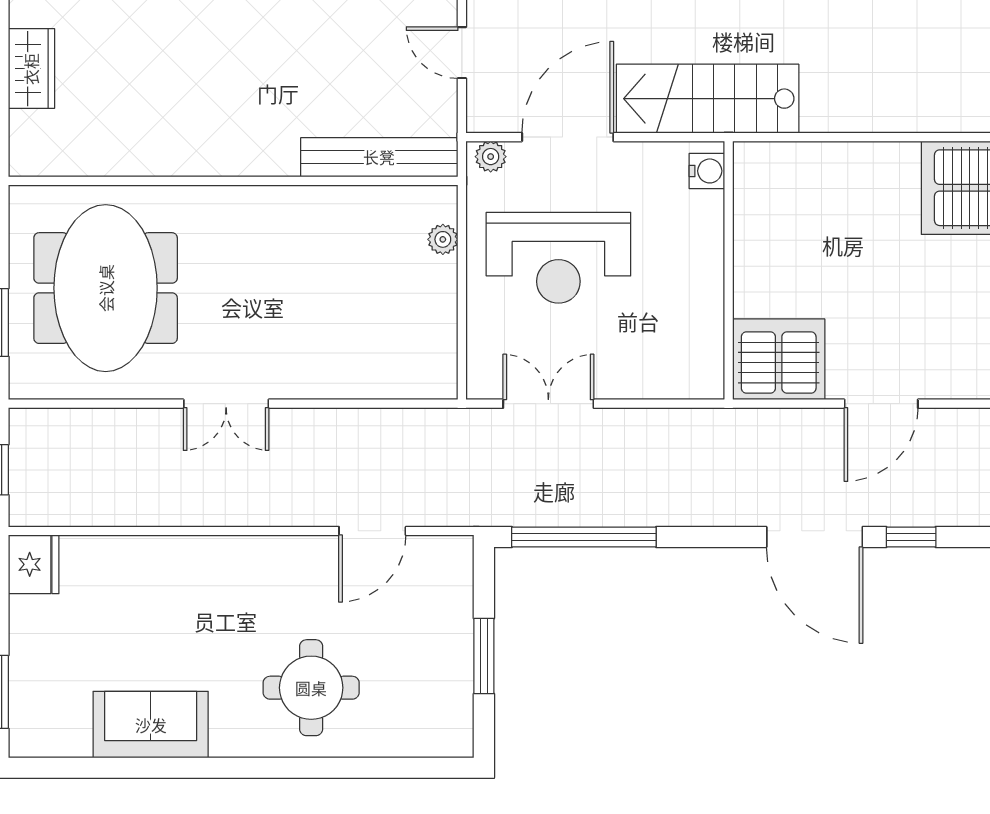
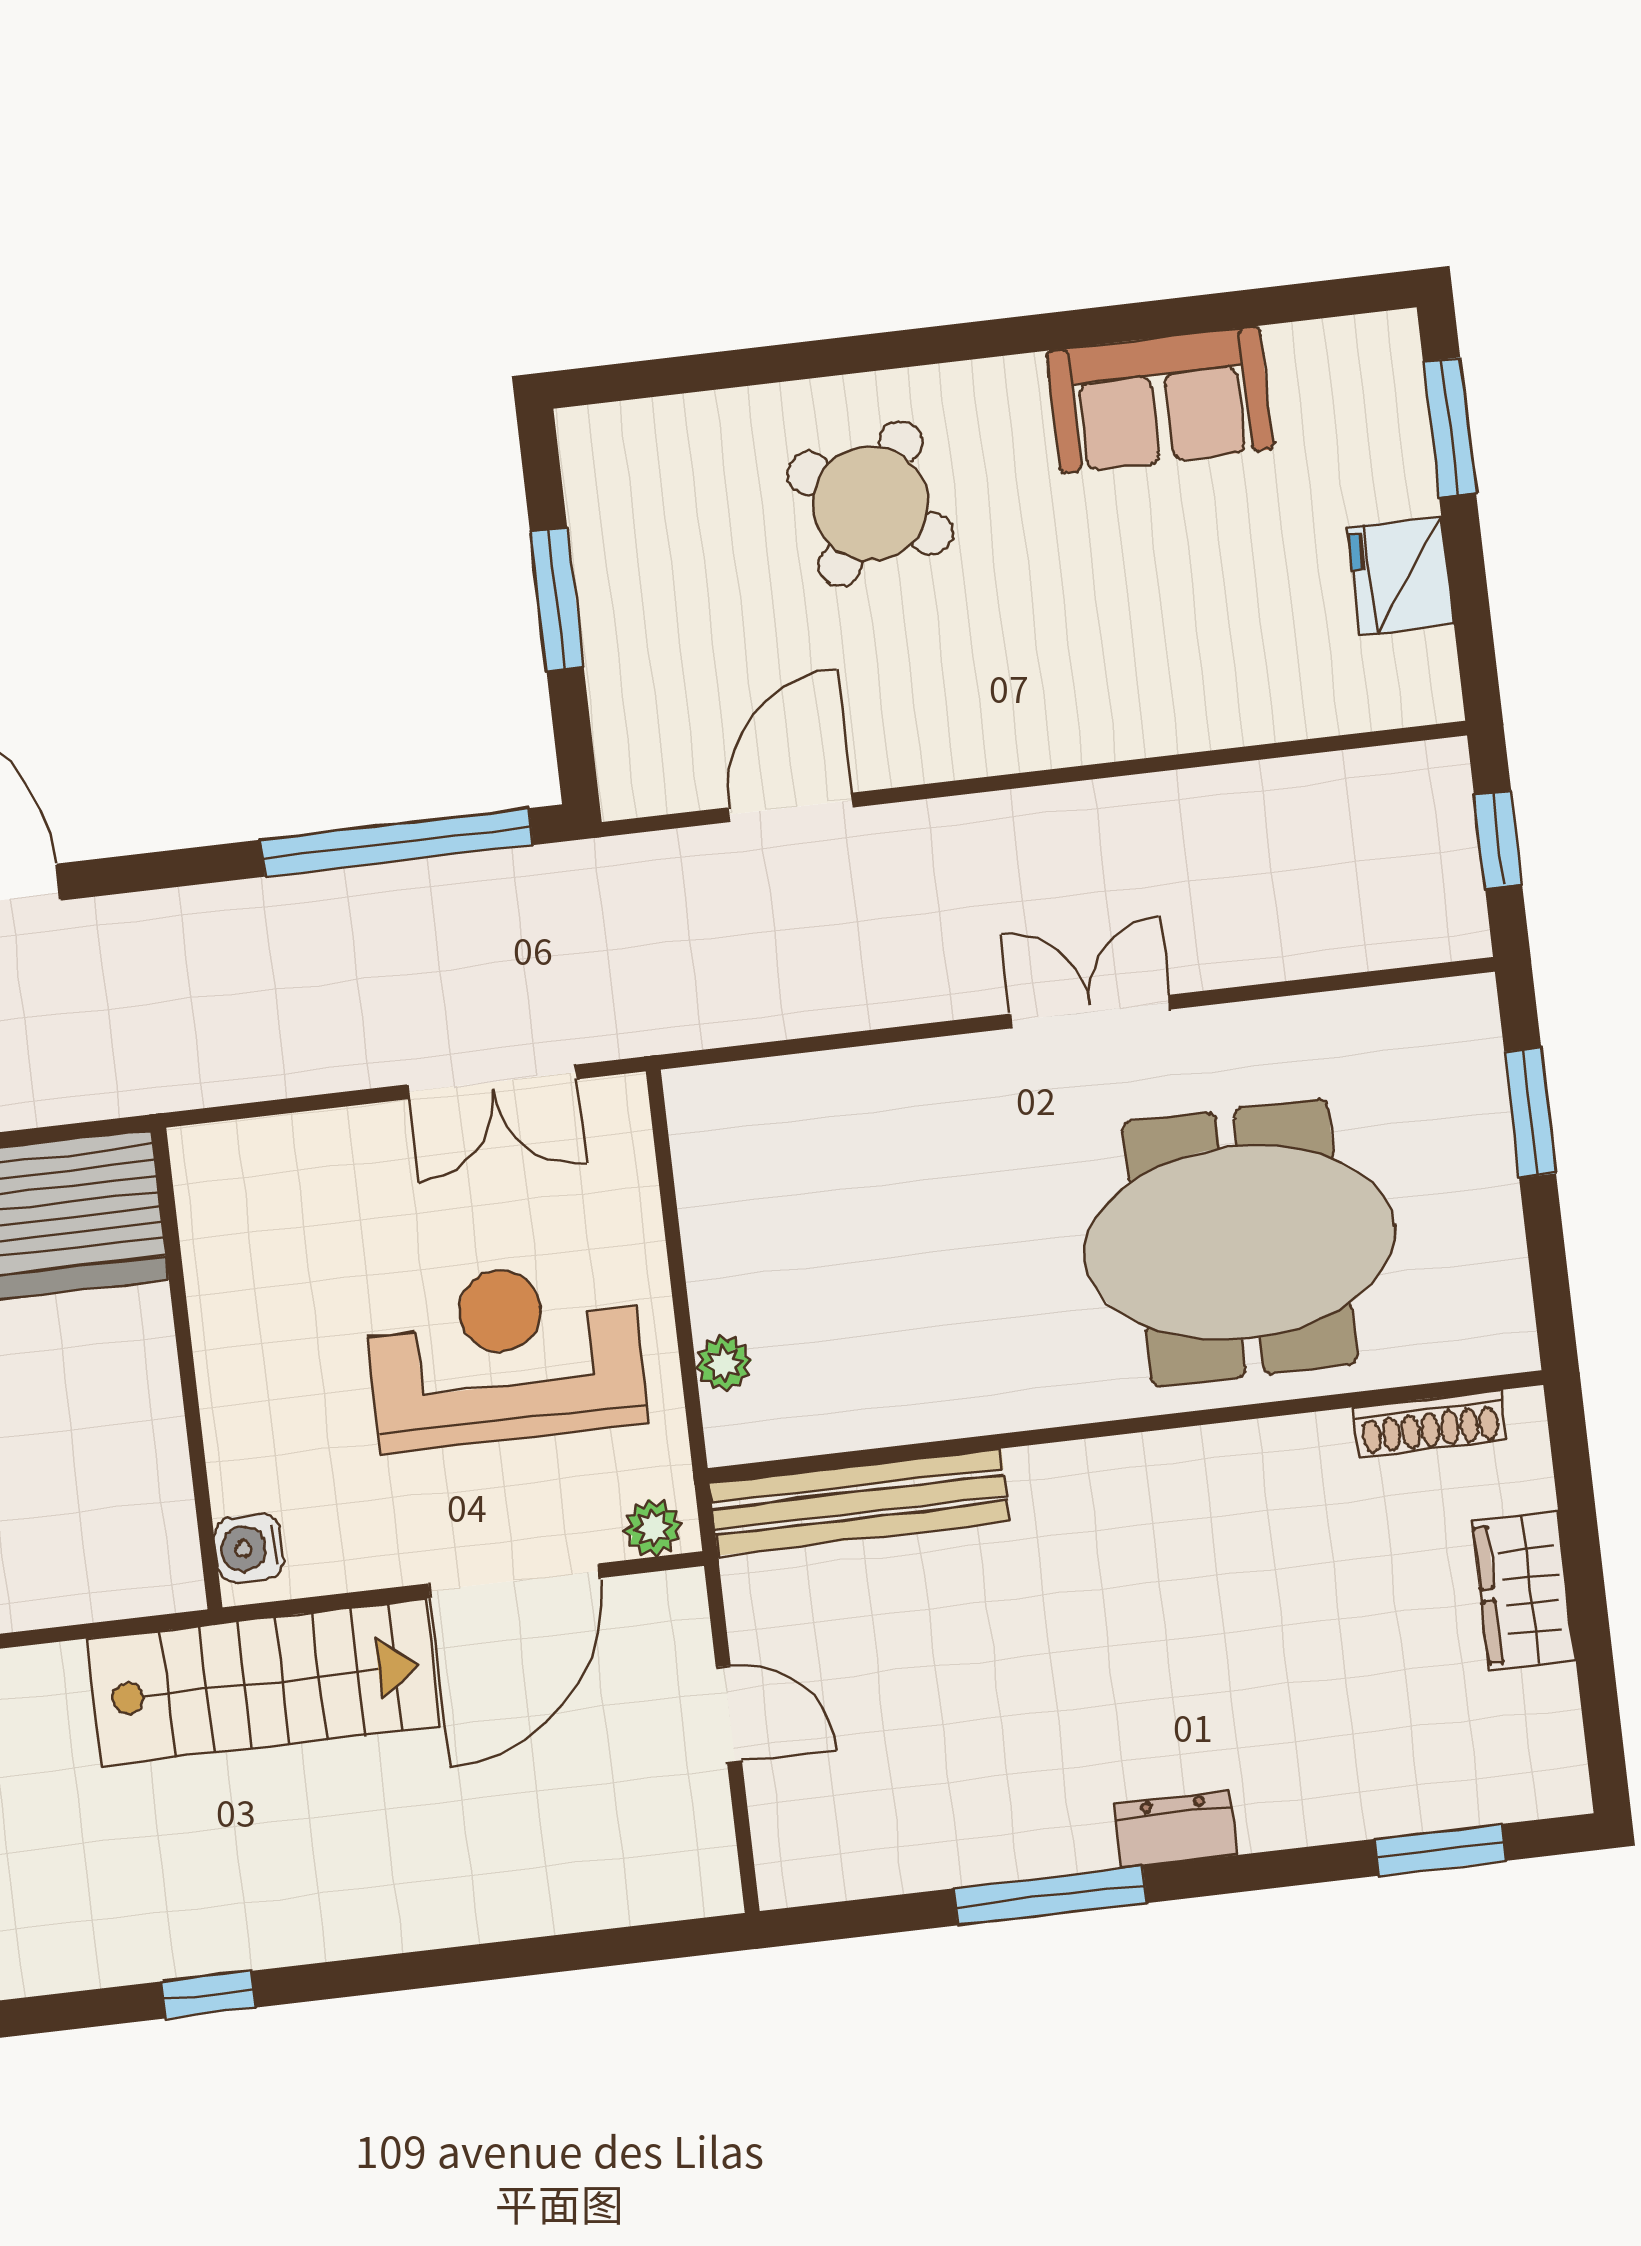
shoe rack: (71, 163) -> (1430, 1424), added
meeting table: (106, 288) -> (1240, 1243), moved, turned 90
fridge: (34, 564) -> (1401, 576), moved
round table: (311, 688) -> (870, 503), turned 33

